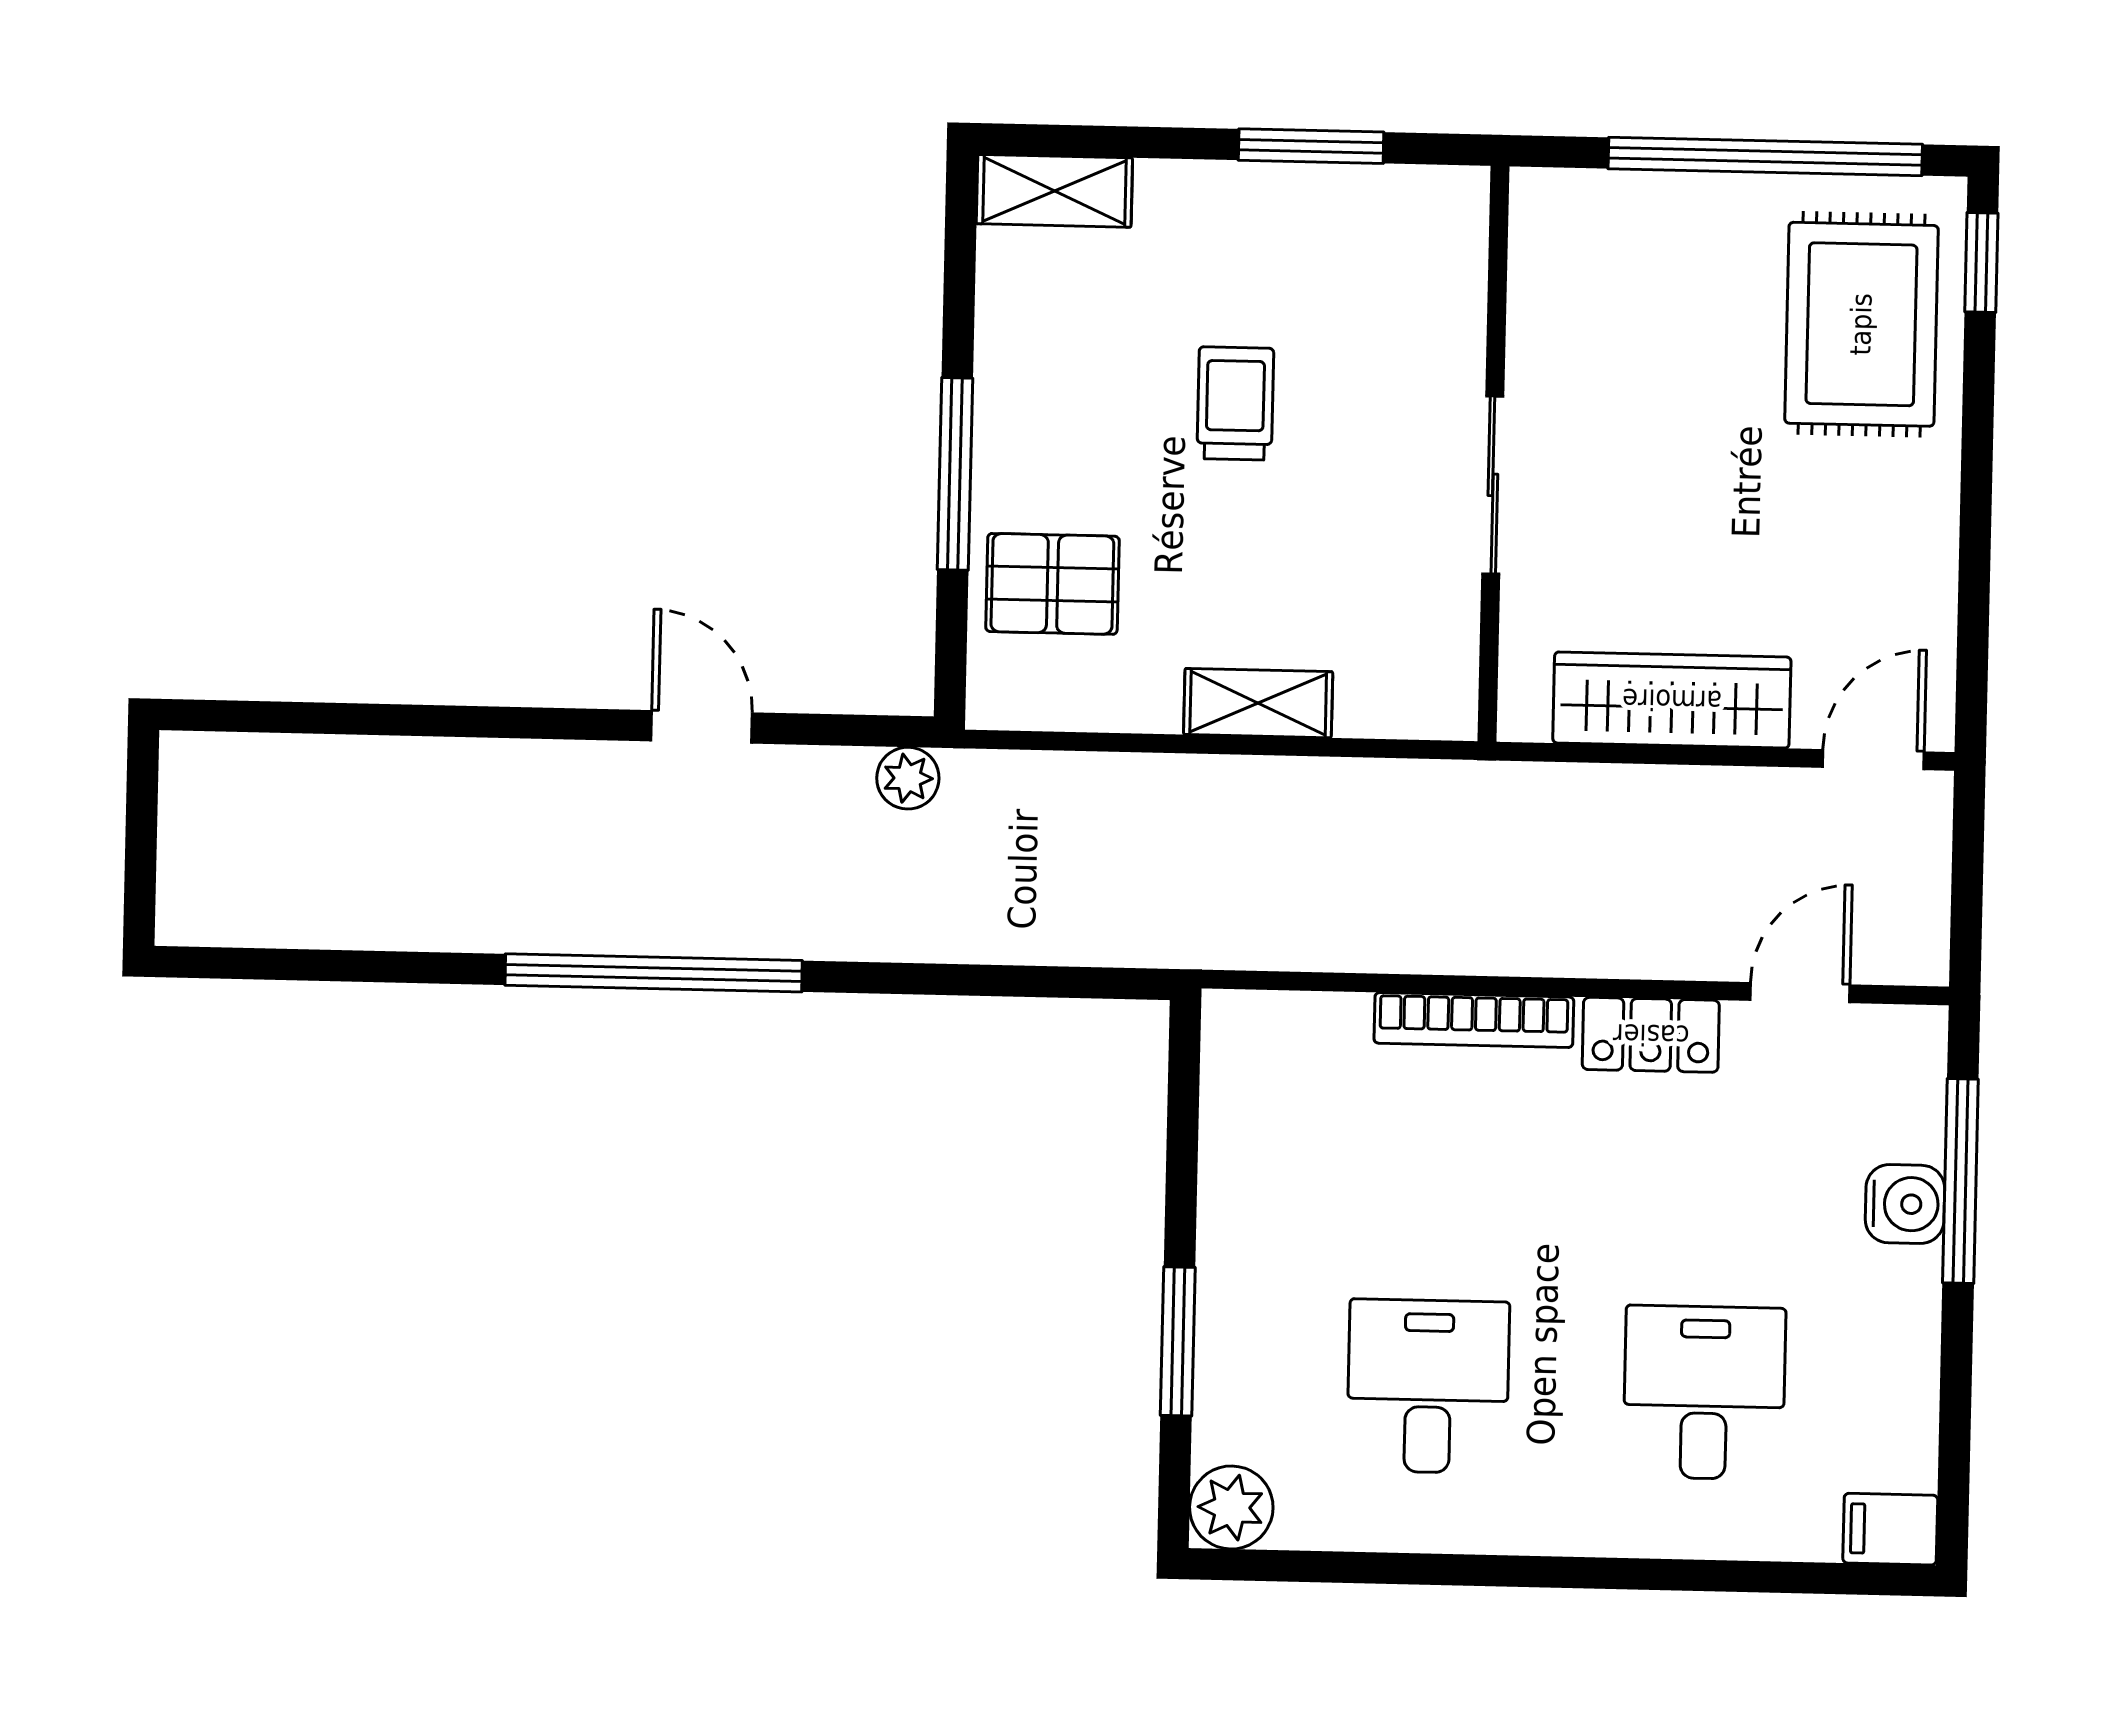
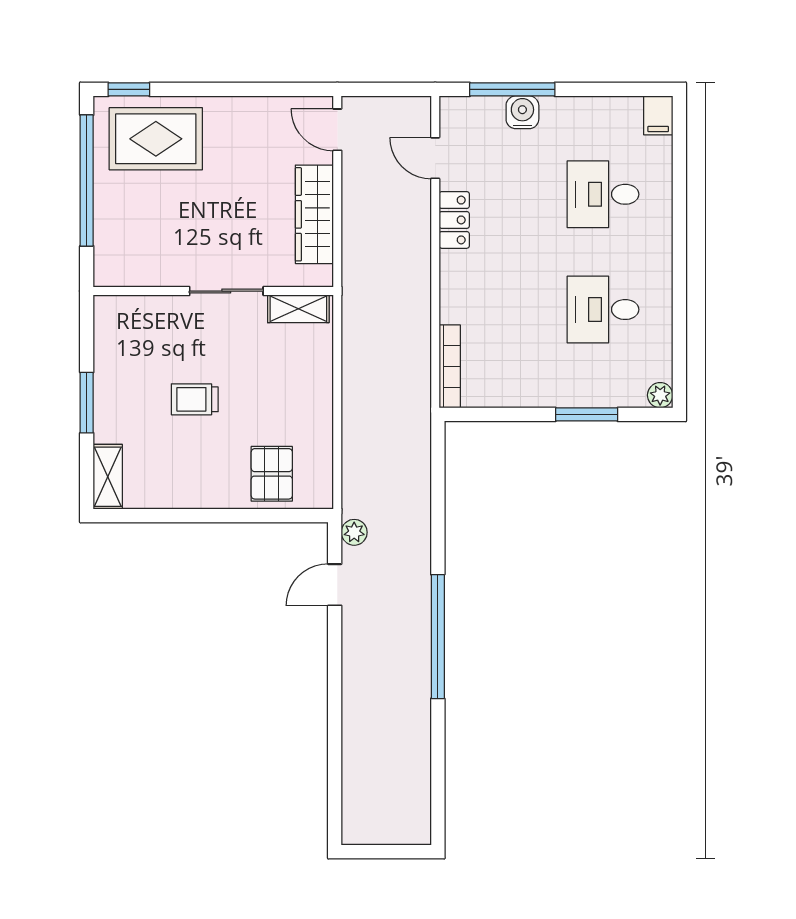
window: (1311, 146) -> (87, 403), moved
window: (955, 474) -> (227, 516), removed
shelving: (1258, 703) -> (298, 309), moved, turned 90
door: (702, 727) -> (335, 585), moved
bookcase: (1474, 1020) -> (450, 366), moved
plant: (1231, 1507) -> (660, 395), width x0.73, depth x0.73

